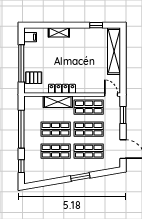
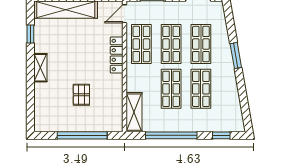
shelving: (59, 32) -> (40, 68), moved
filing cabinet: (30, 37) -> (47, 123), removed
pallet: (34, 78) -> (81, 95), moved
locker: (62, 89) -> (117, 55), moved
shelving: (58, 102) -> (134, 112), moved

